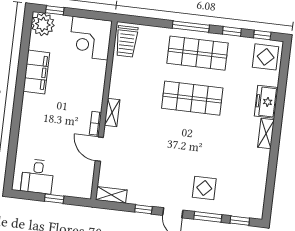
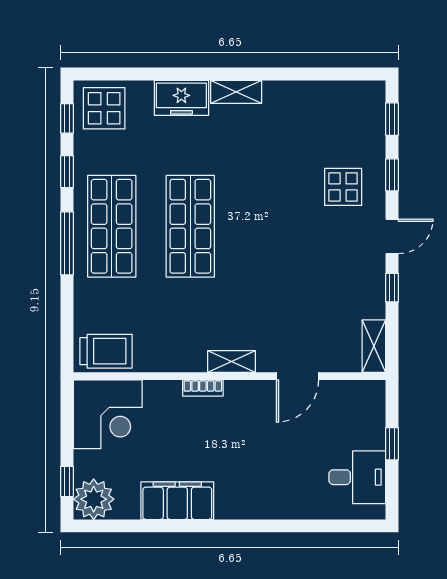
bookcase: (95, 123) -> (203, 388), moved
window: (208, 217) -> (392, 175), width x0.67

